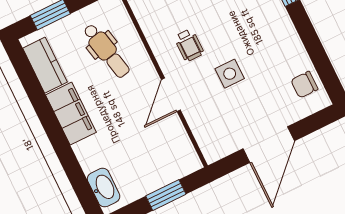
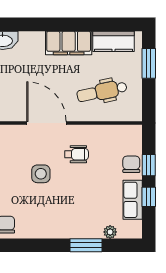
wheelchair: (189, 45) -> (76, 154), turned 180
door: (171, 95) -> (46, 123), width x1.36

